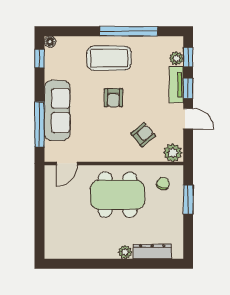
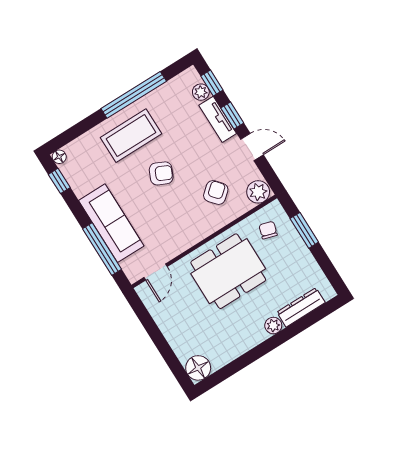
armchair: (114, 98) -> (161, 173), turned -65
floor lamp: (55, 249) -> (198, 368), added

